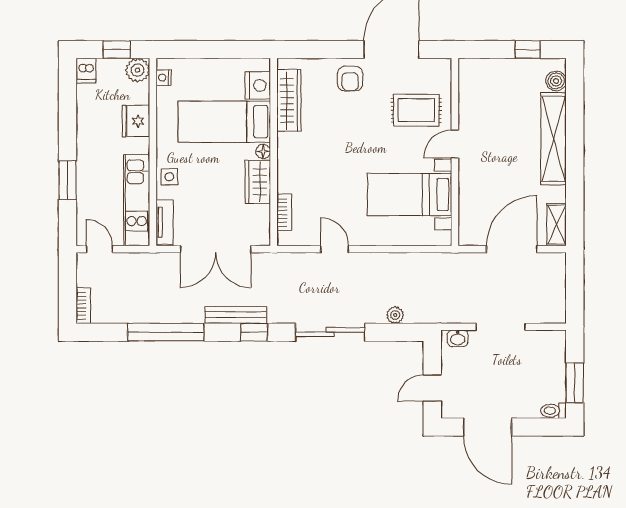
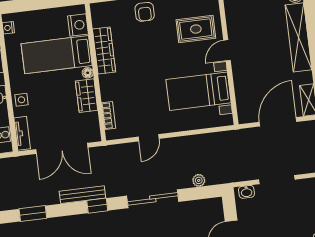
wardrobe: (289, 100) -> (104, 50), moved
door: (335, 249) -> (149, 138), swing flipped
window: (166, 332) -> (33, 214), width x0.47

